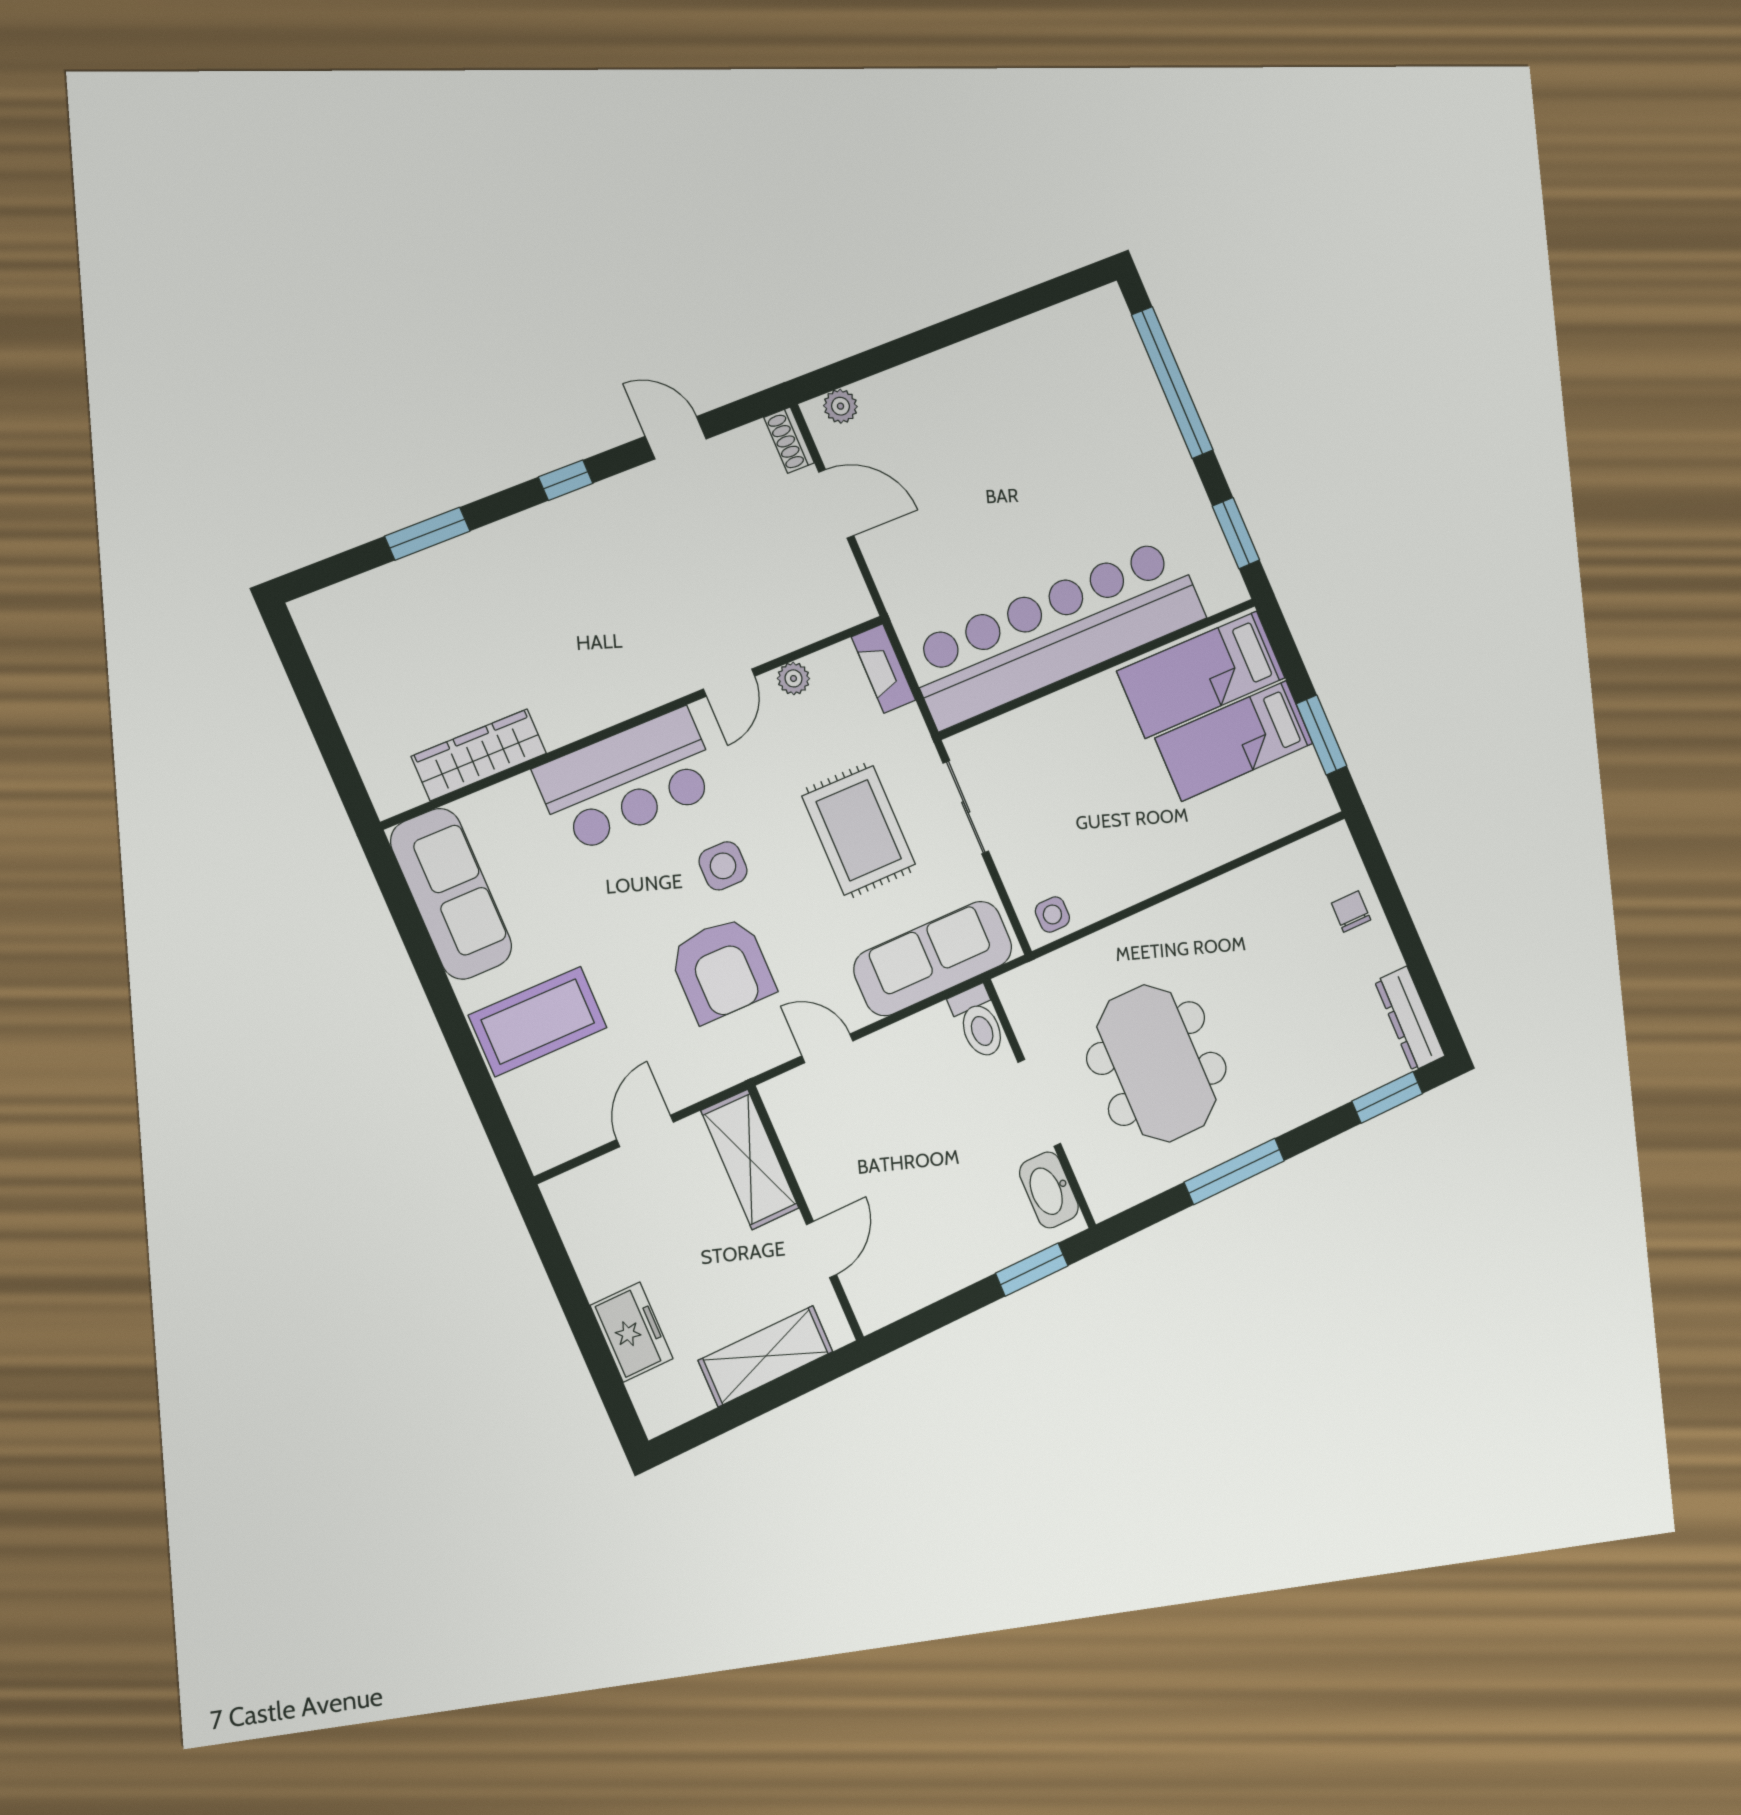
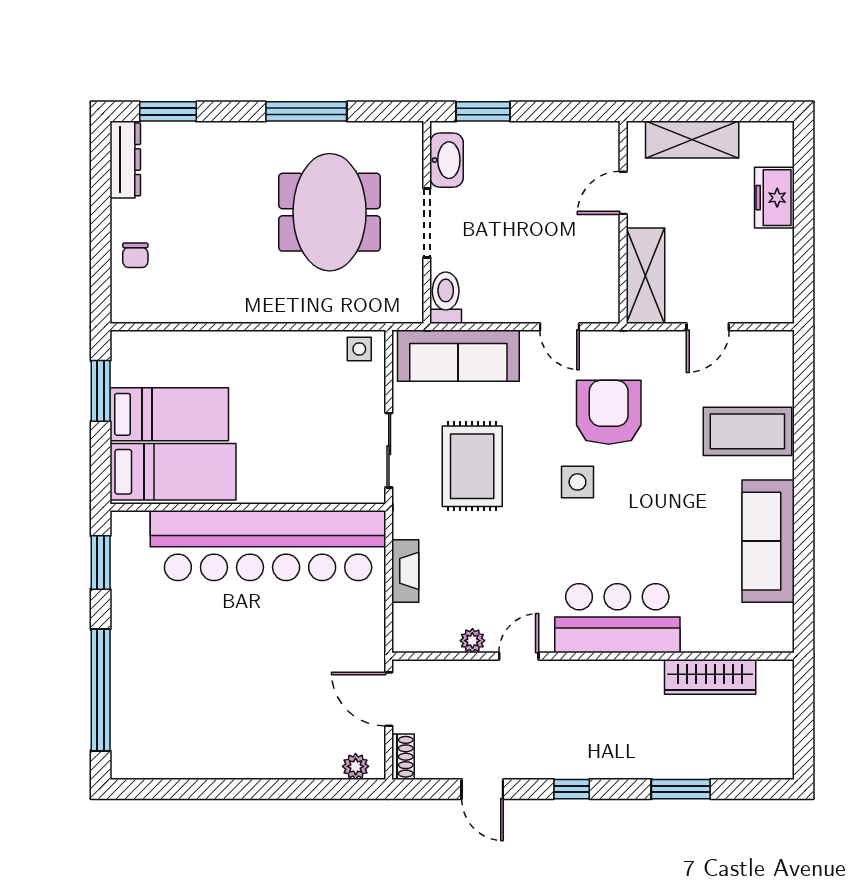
plant: (793, 678) -> (472, 641), moved
door: (729, 683) -> (519, 656), moved
wall: (638, 720) -> (593, 656), moved
wardrobe: (479, 755) -> (710, 677), moved
bar counter: (628, 780) -> (617, 618), moved

